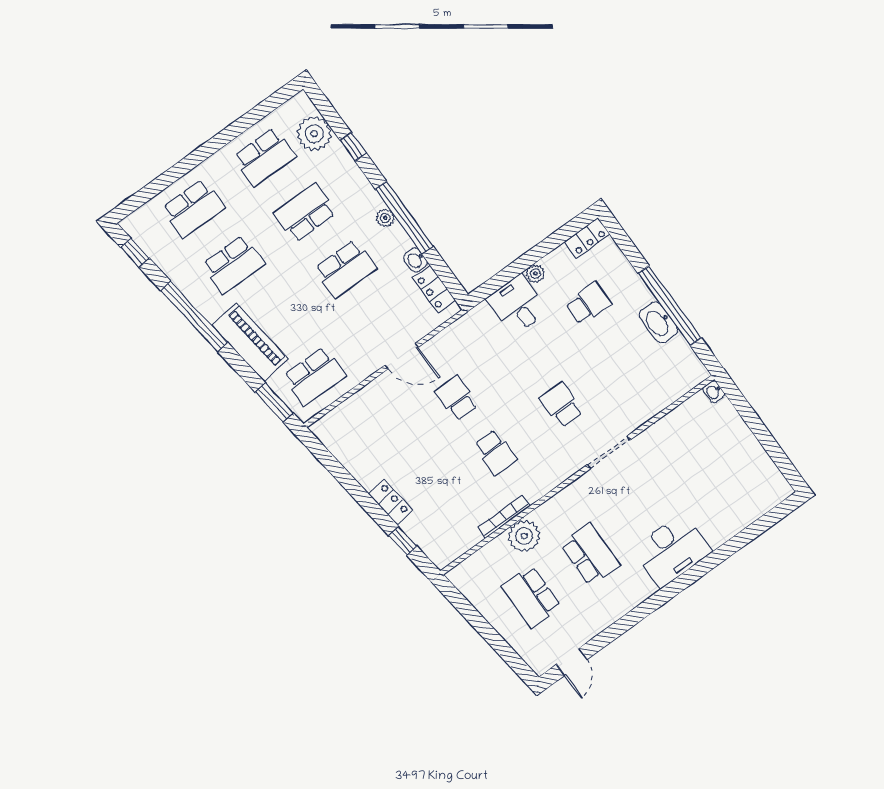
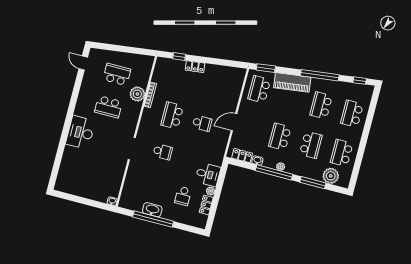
window: (353, 147) -> (313, 183), width x2.17
locker: (587, 238) -> (206, 205), moved
school desk: (496, 452) -> (172, 115), width x1.85

